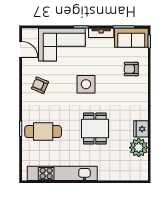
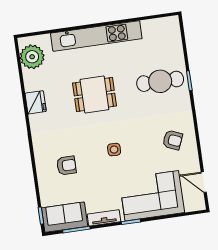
armchair: (131, 69) -> (66, 165), moved
side table: (86, 84) -> (114, 150), width x0.54, depth x0.54
dining table: (95, 129) -> (94, 95), turned 90
plant: (139, 148) -> (32, 57), moved
kitchen unit: (62, 173) -> (96, 36), moved

